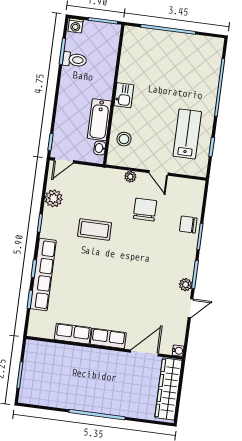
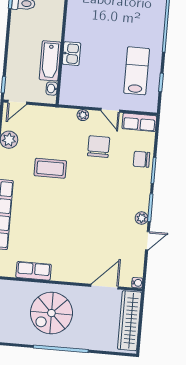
kitchen sink: (124, 95) -> (71, 54), moved
stool: (124, 139) -> (75, 79), removed
row of seats: (108, 338) -> (139, 122), moved, turned 180
spiral stairs: (89, 378) -> (51, 313), added

